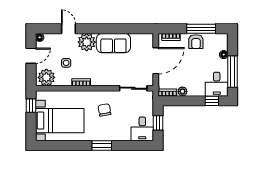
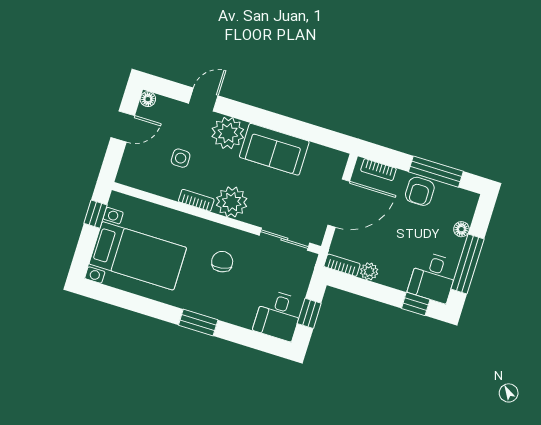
door: (69, 29) -> (203, 100), hinge flipped
plant: (46, 77) -> (232, 202), moved

